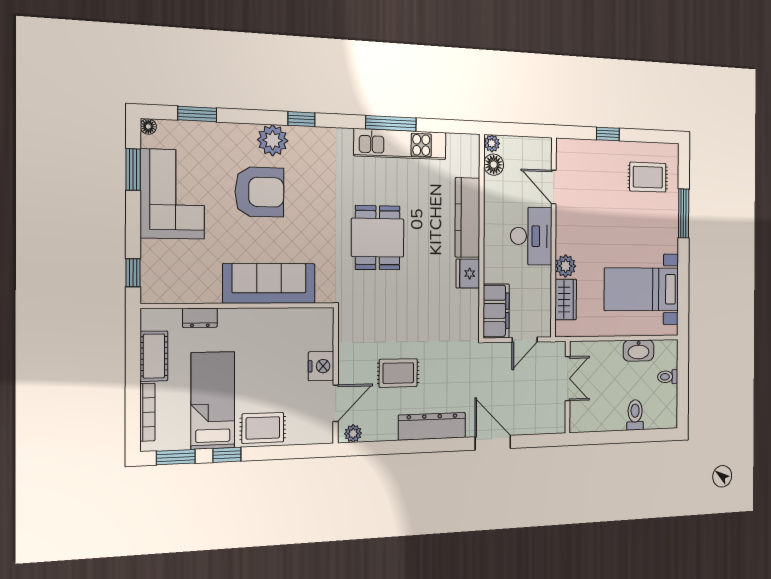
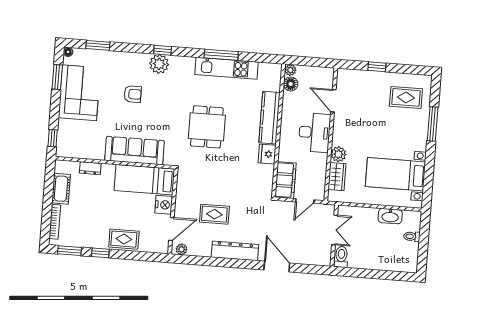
plant: (273, 140) -> (159, 64), moved
armchair: (259, 192) -> (133, 94), width x0.53, depth x0.53
bed: (213, 400) -> (144, 180), moved, turned -90
toilet: (635, 415) -> (341, 257), moved

